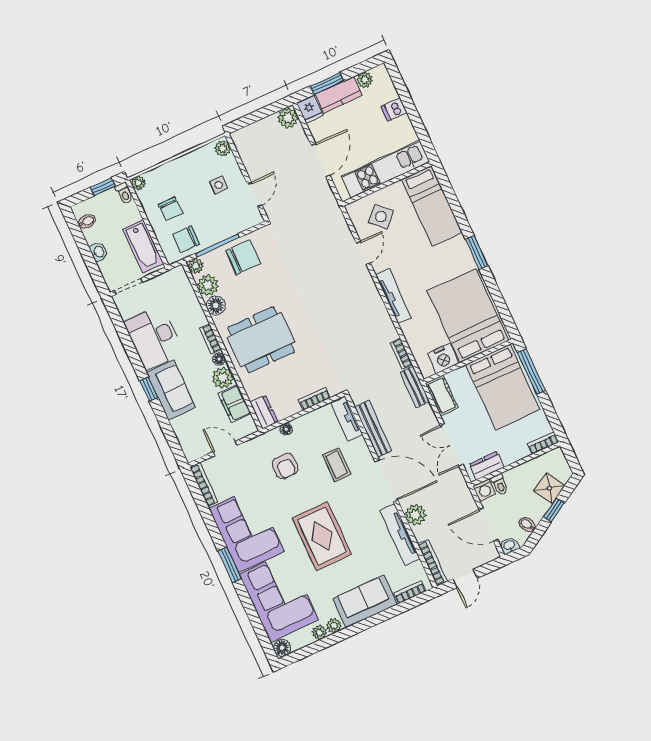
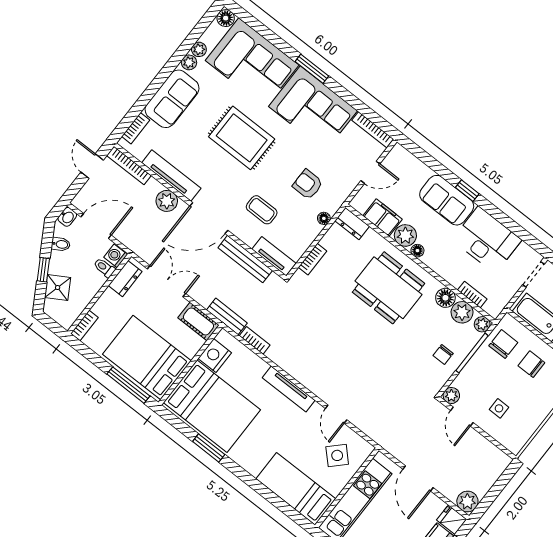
plant: (223, 148) -> (451, 395), moved
window: (477, 252) -> (209, 448), moved
chair: (243, 257) -> (443, 354), width x0.54, depth x0.54
bookcase: (211, 339) -> (472, 295), moved
dining table: (261, 340) -> (388, 288), turned 90

